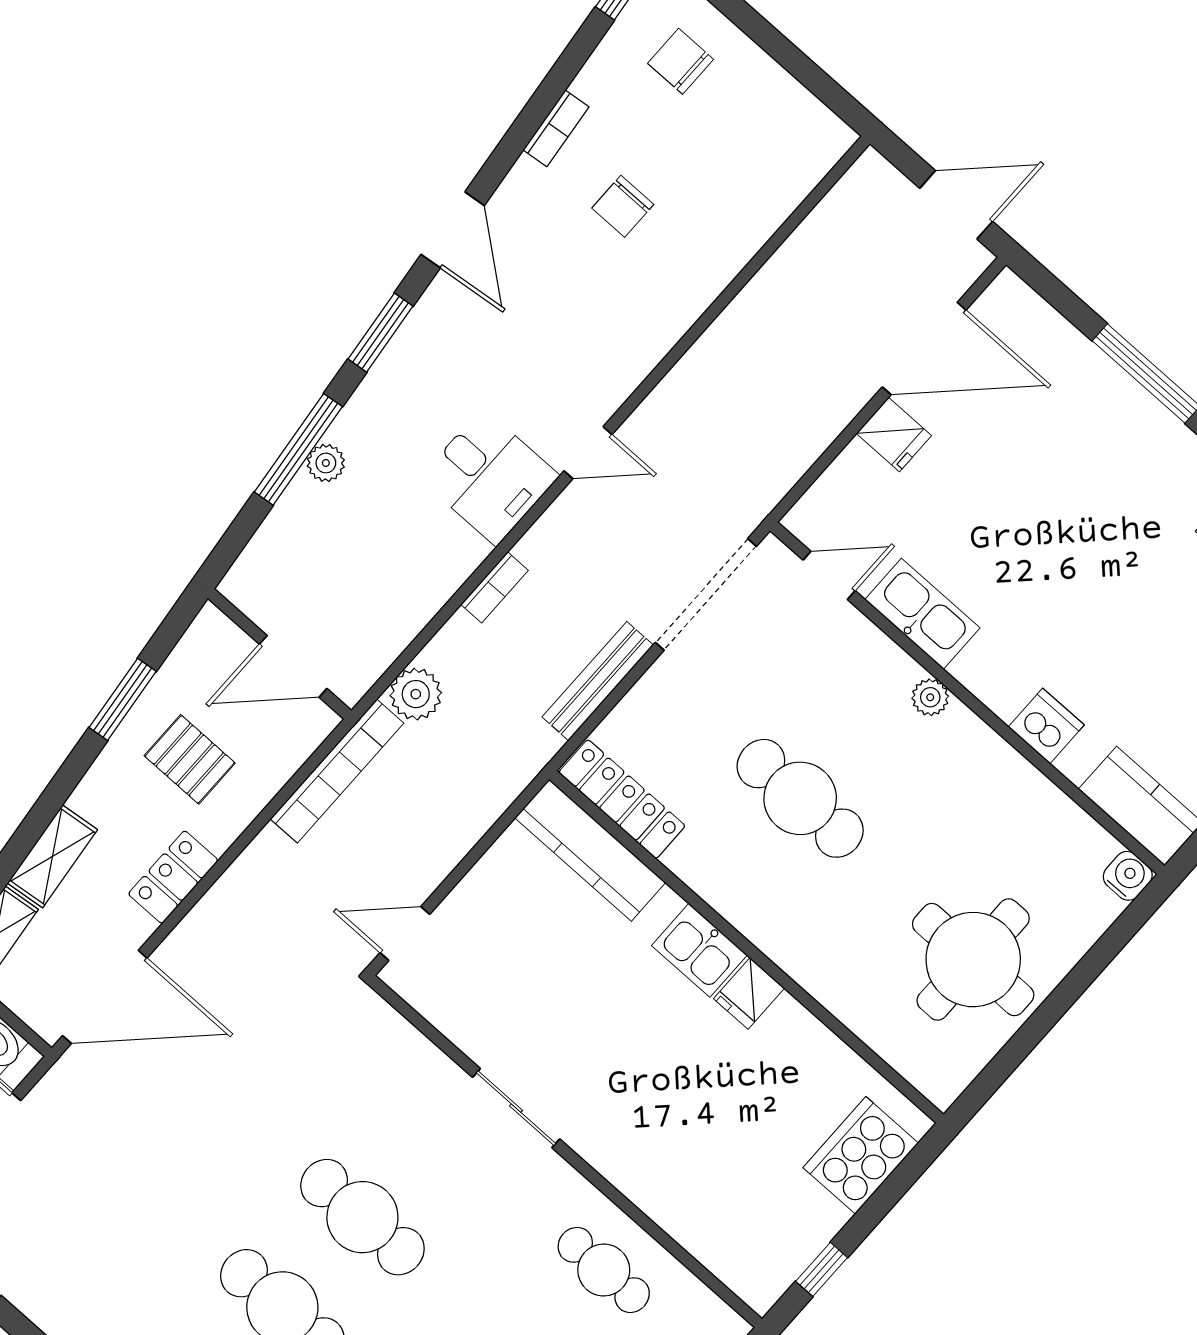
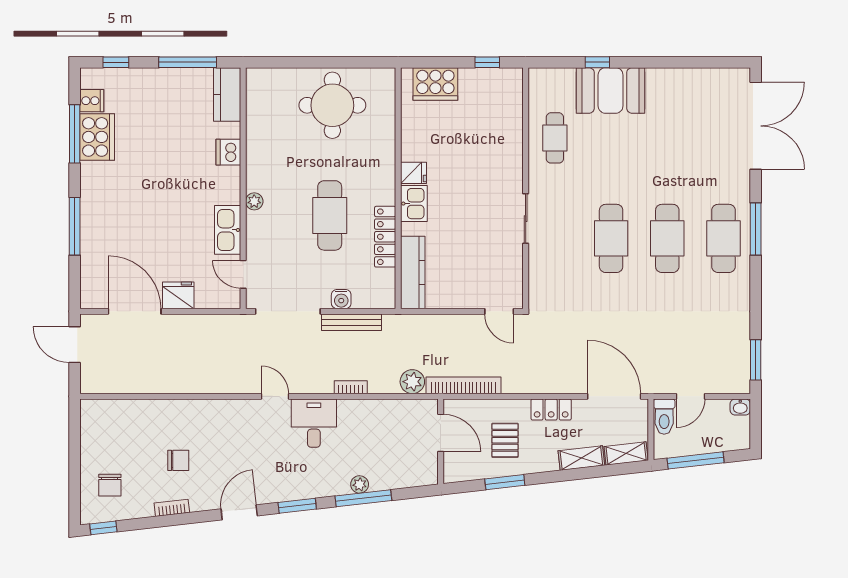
fridge: (894, 434) -> (178, 295), width x1.38
locker: (622, 799) -> (385, 237), moved
water cooler: (1128, 876) -> (341, 299), moved, turned -90

